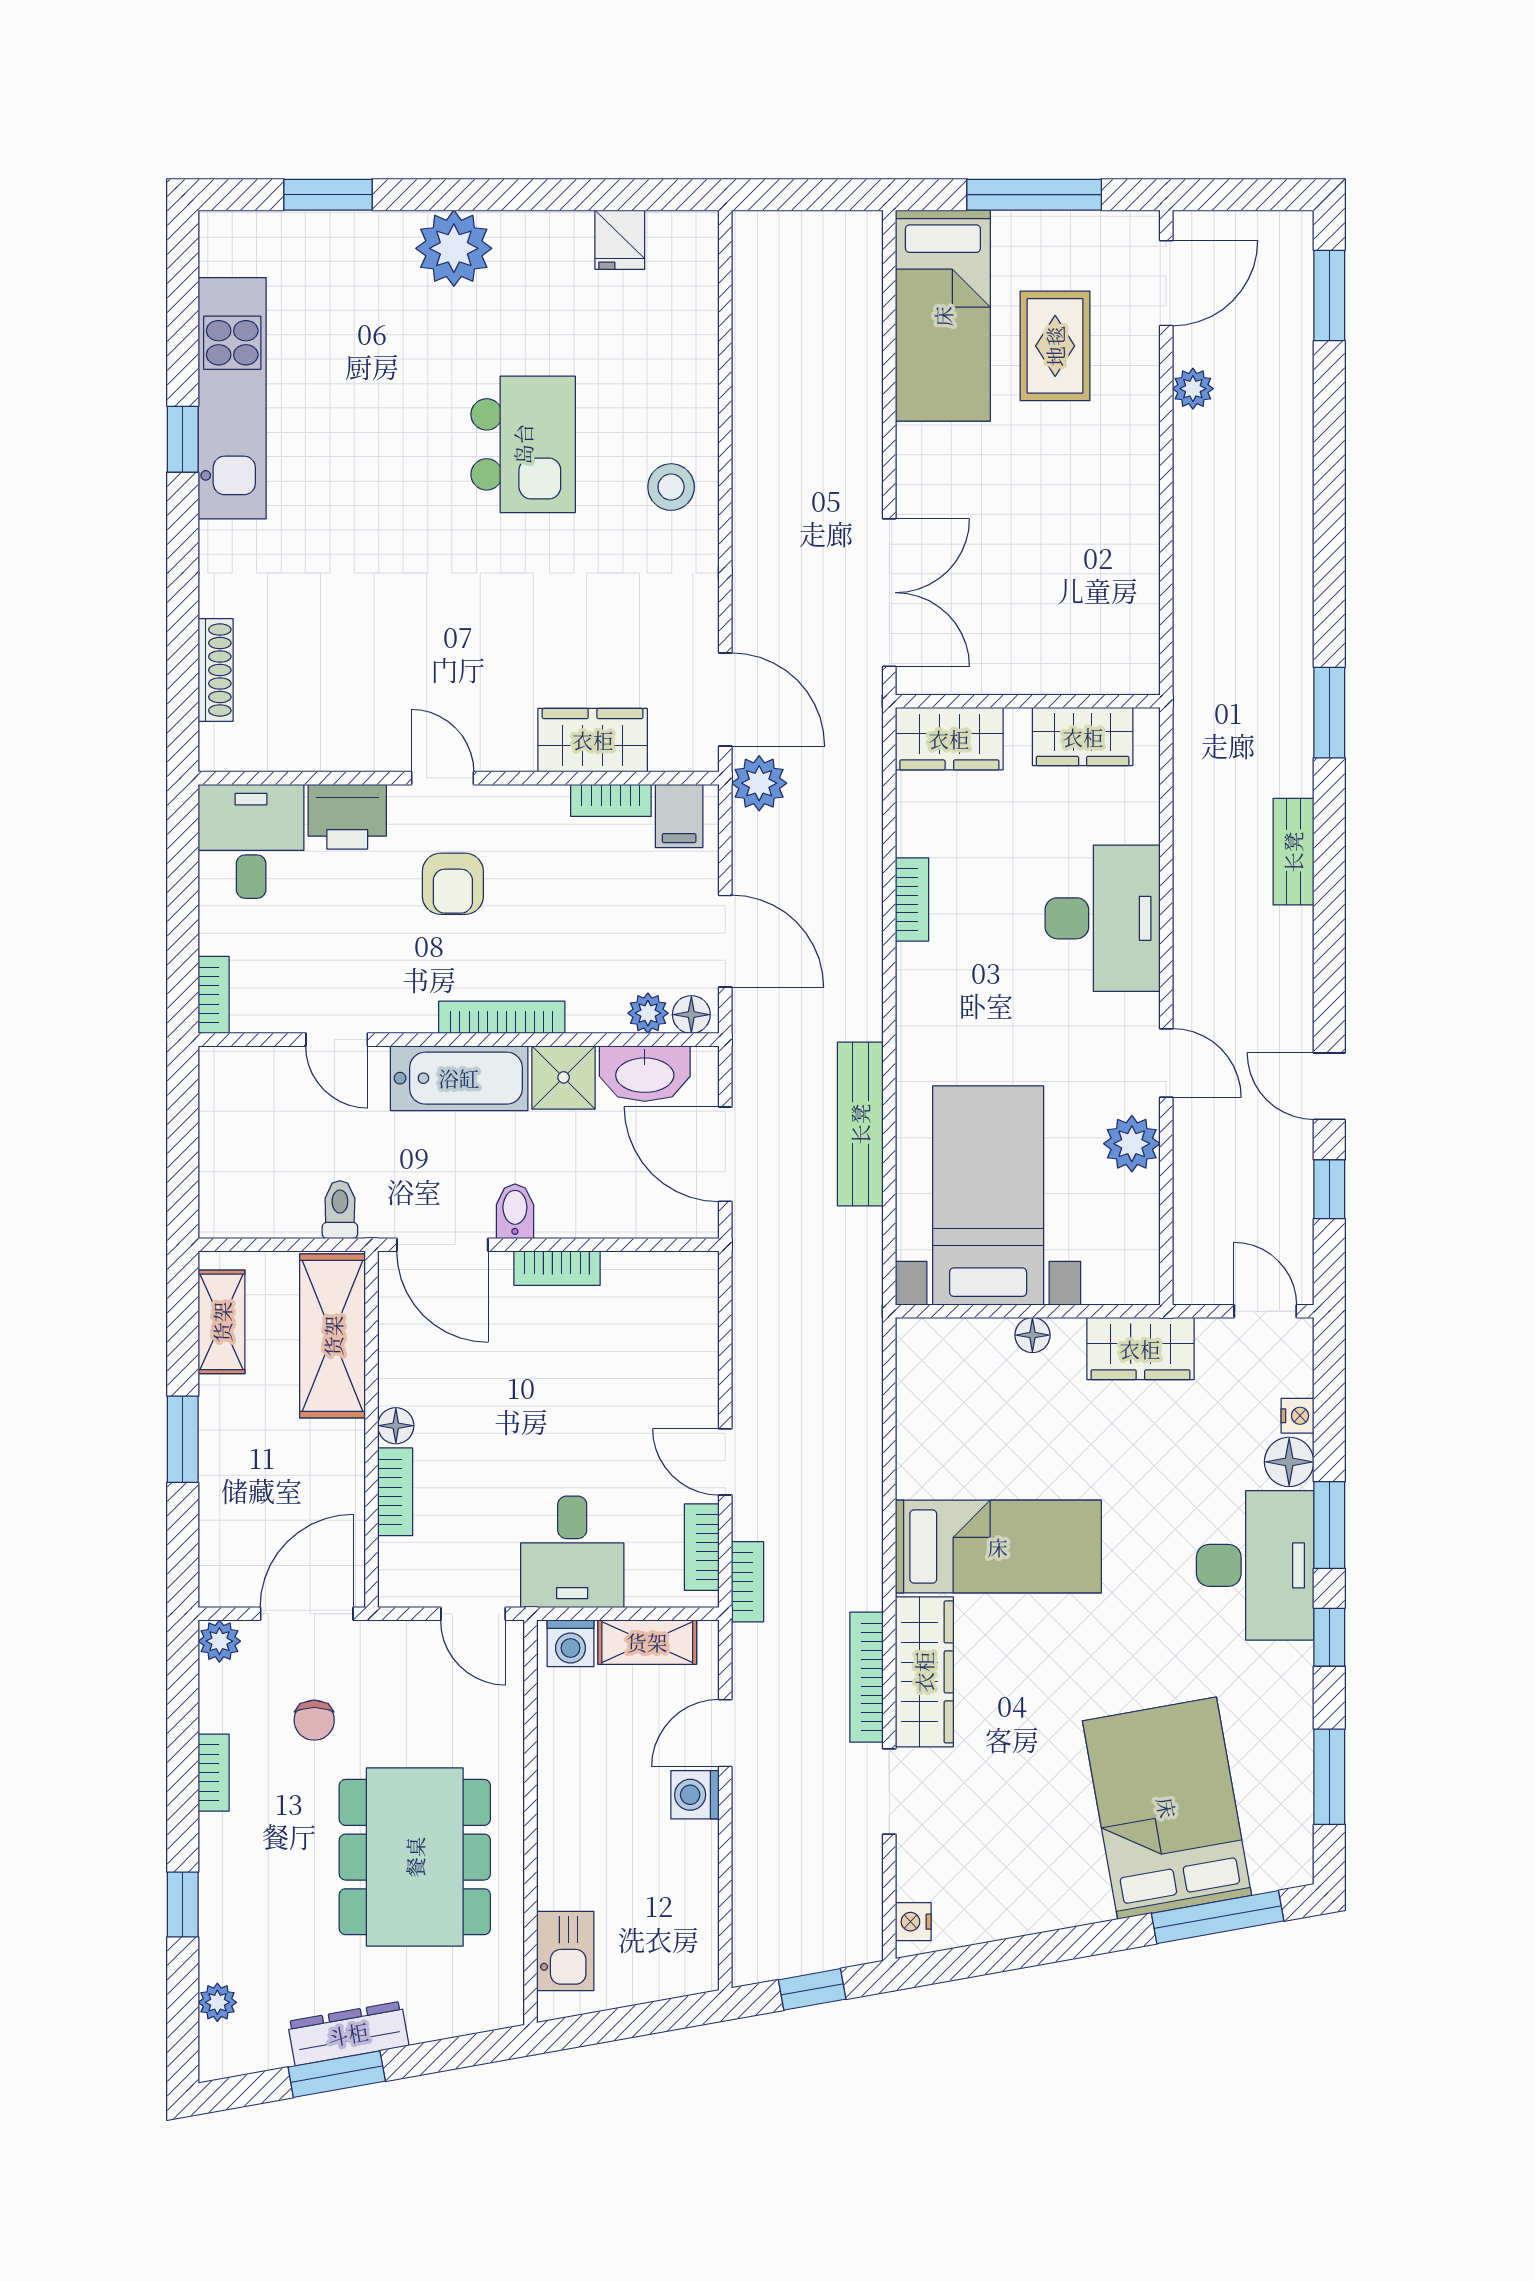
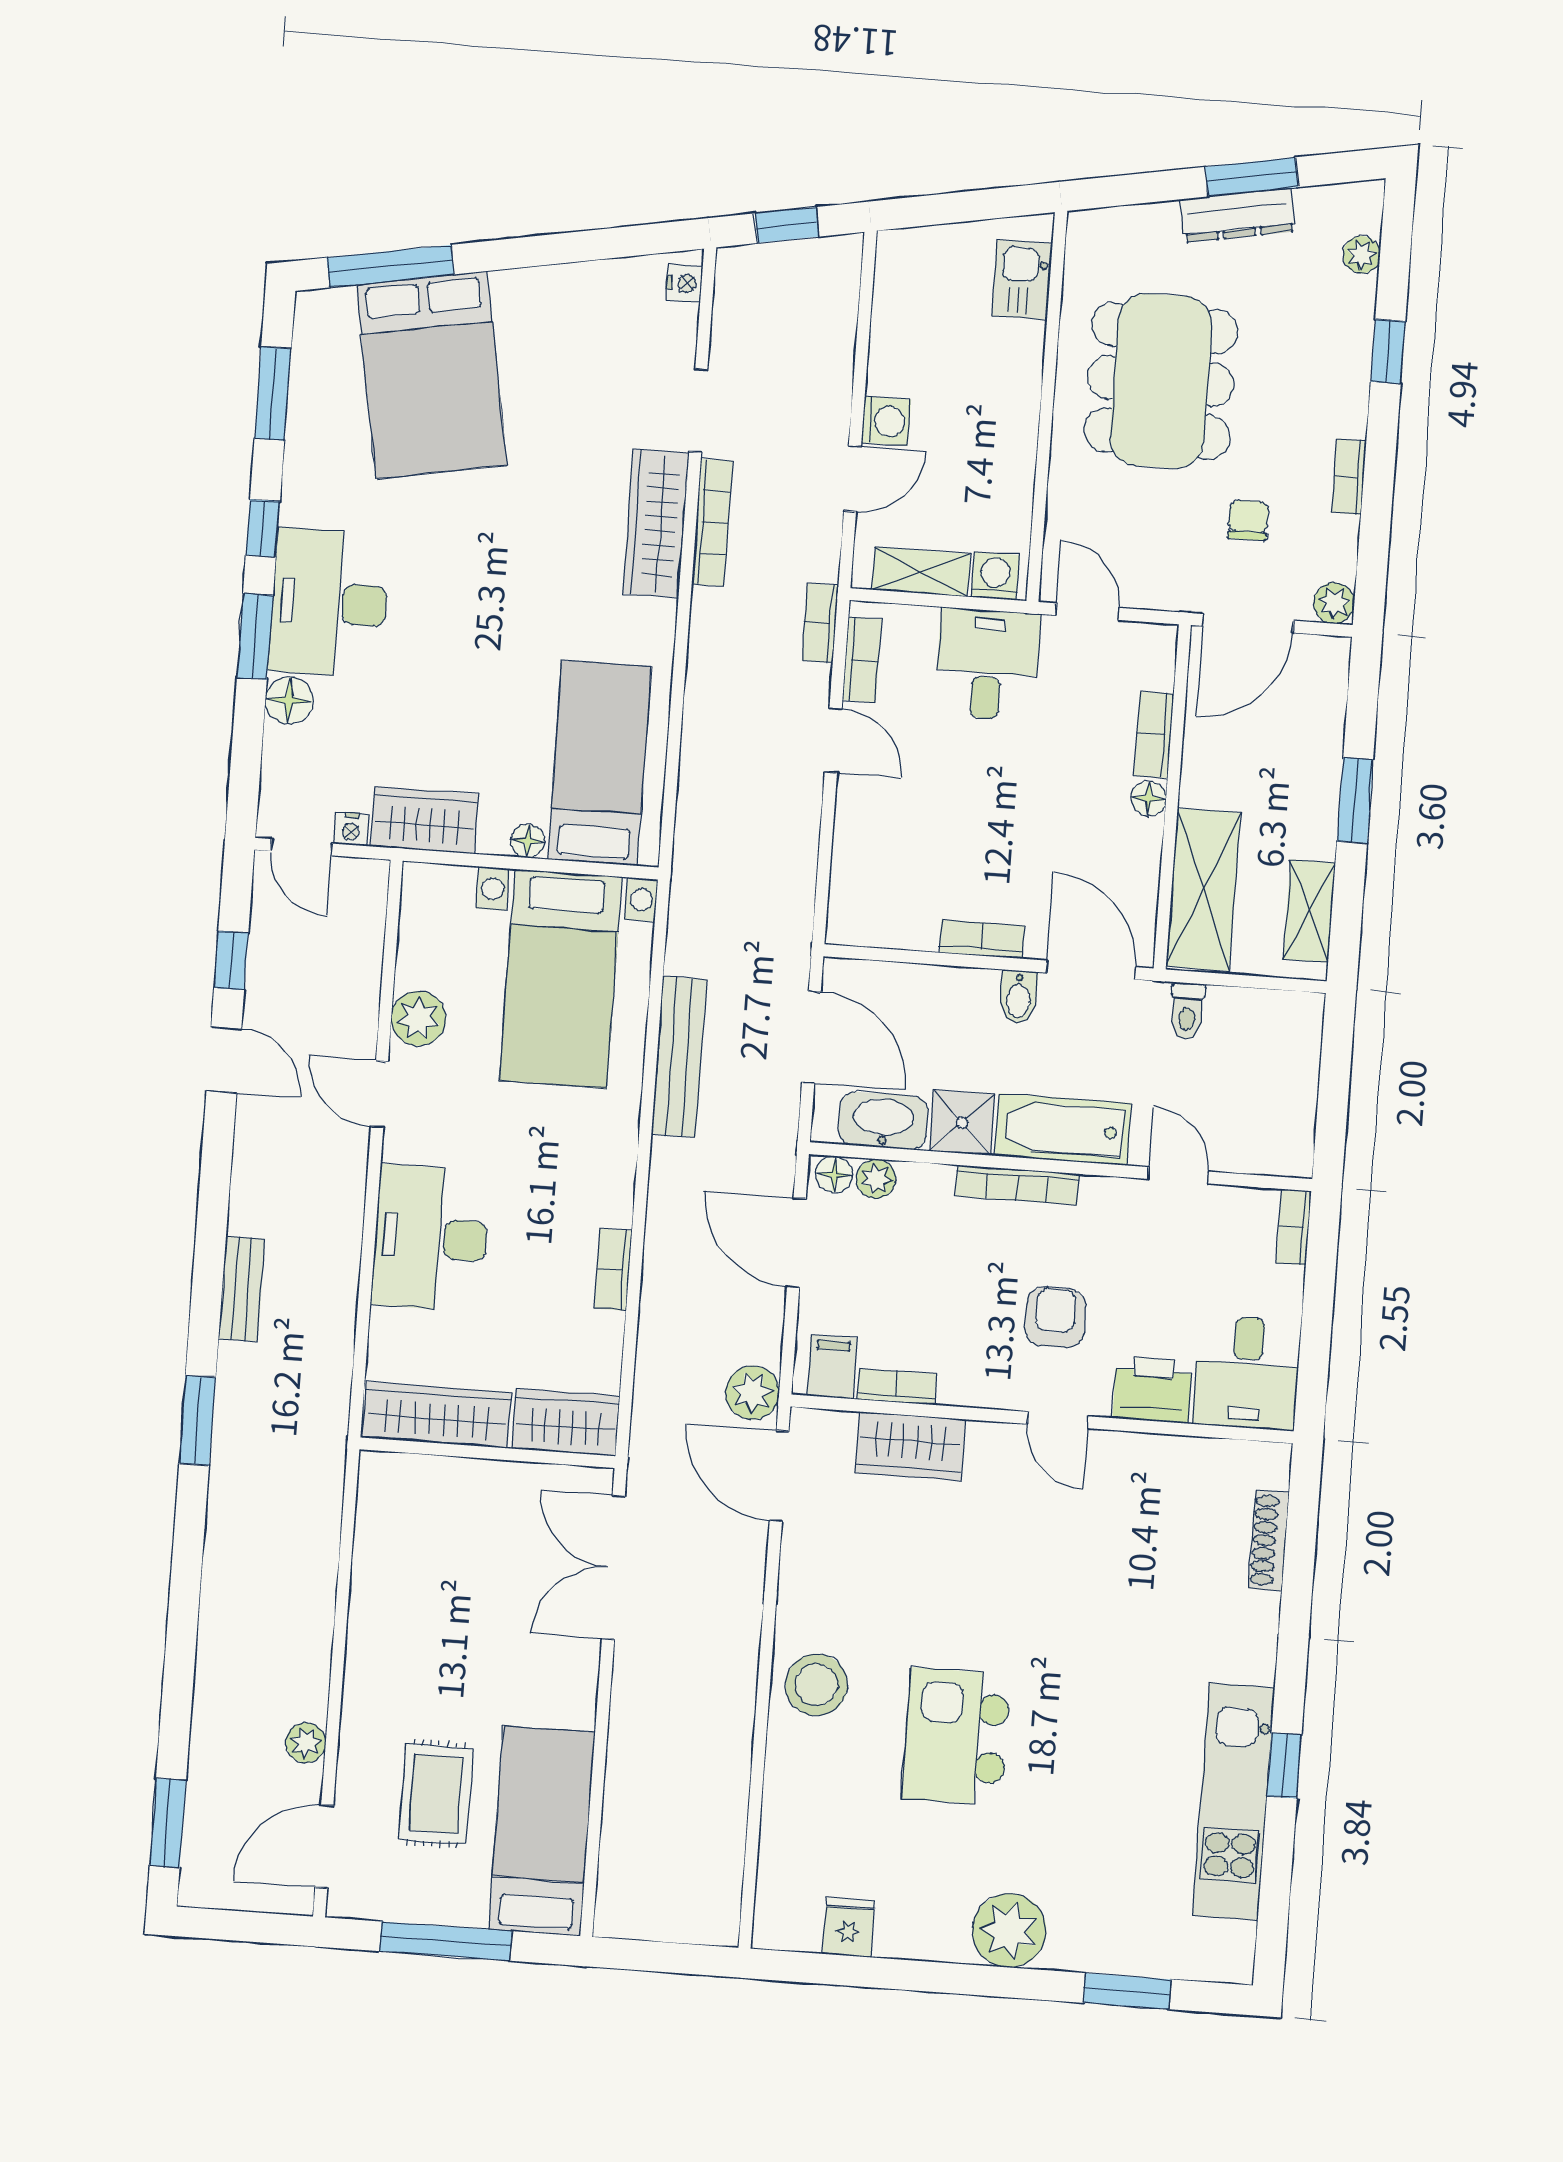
stool: (671, 487) -> (816, 1685), width x1.38, depth x1.38
wardrobe: (1083, 737) -> (437, 1415), width x1.50
nightstand: (1297, 1416) -> (351, 829), moved, turned -90
bed: (998, 1547) -> (599, 763), moved, turned 90

